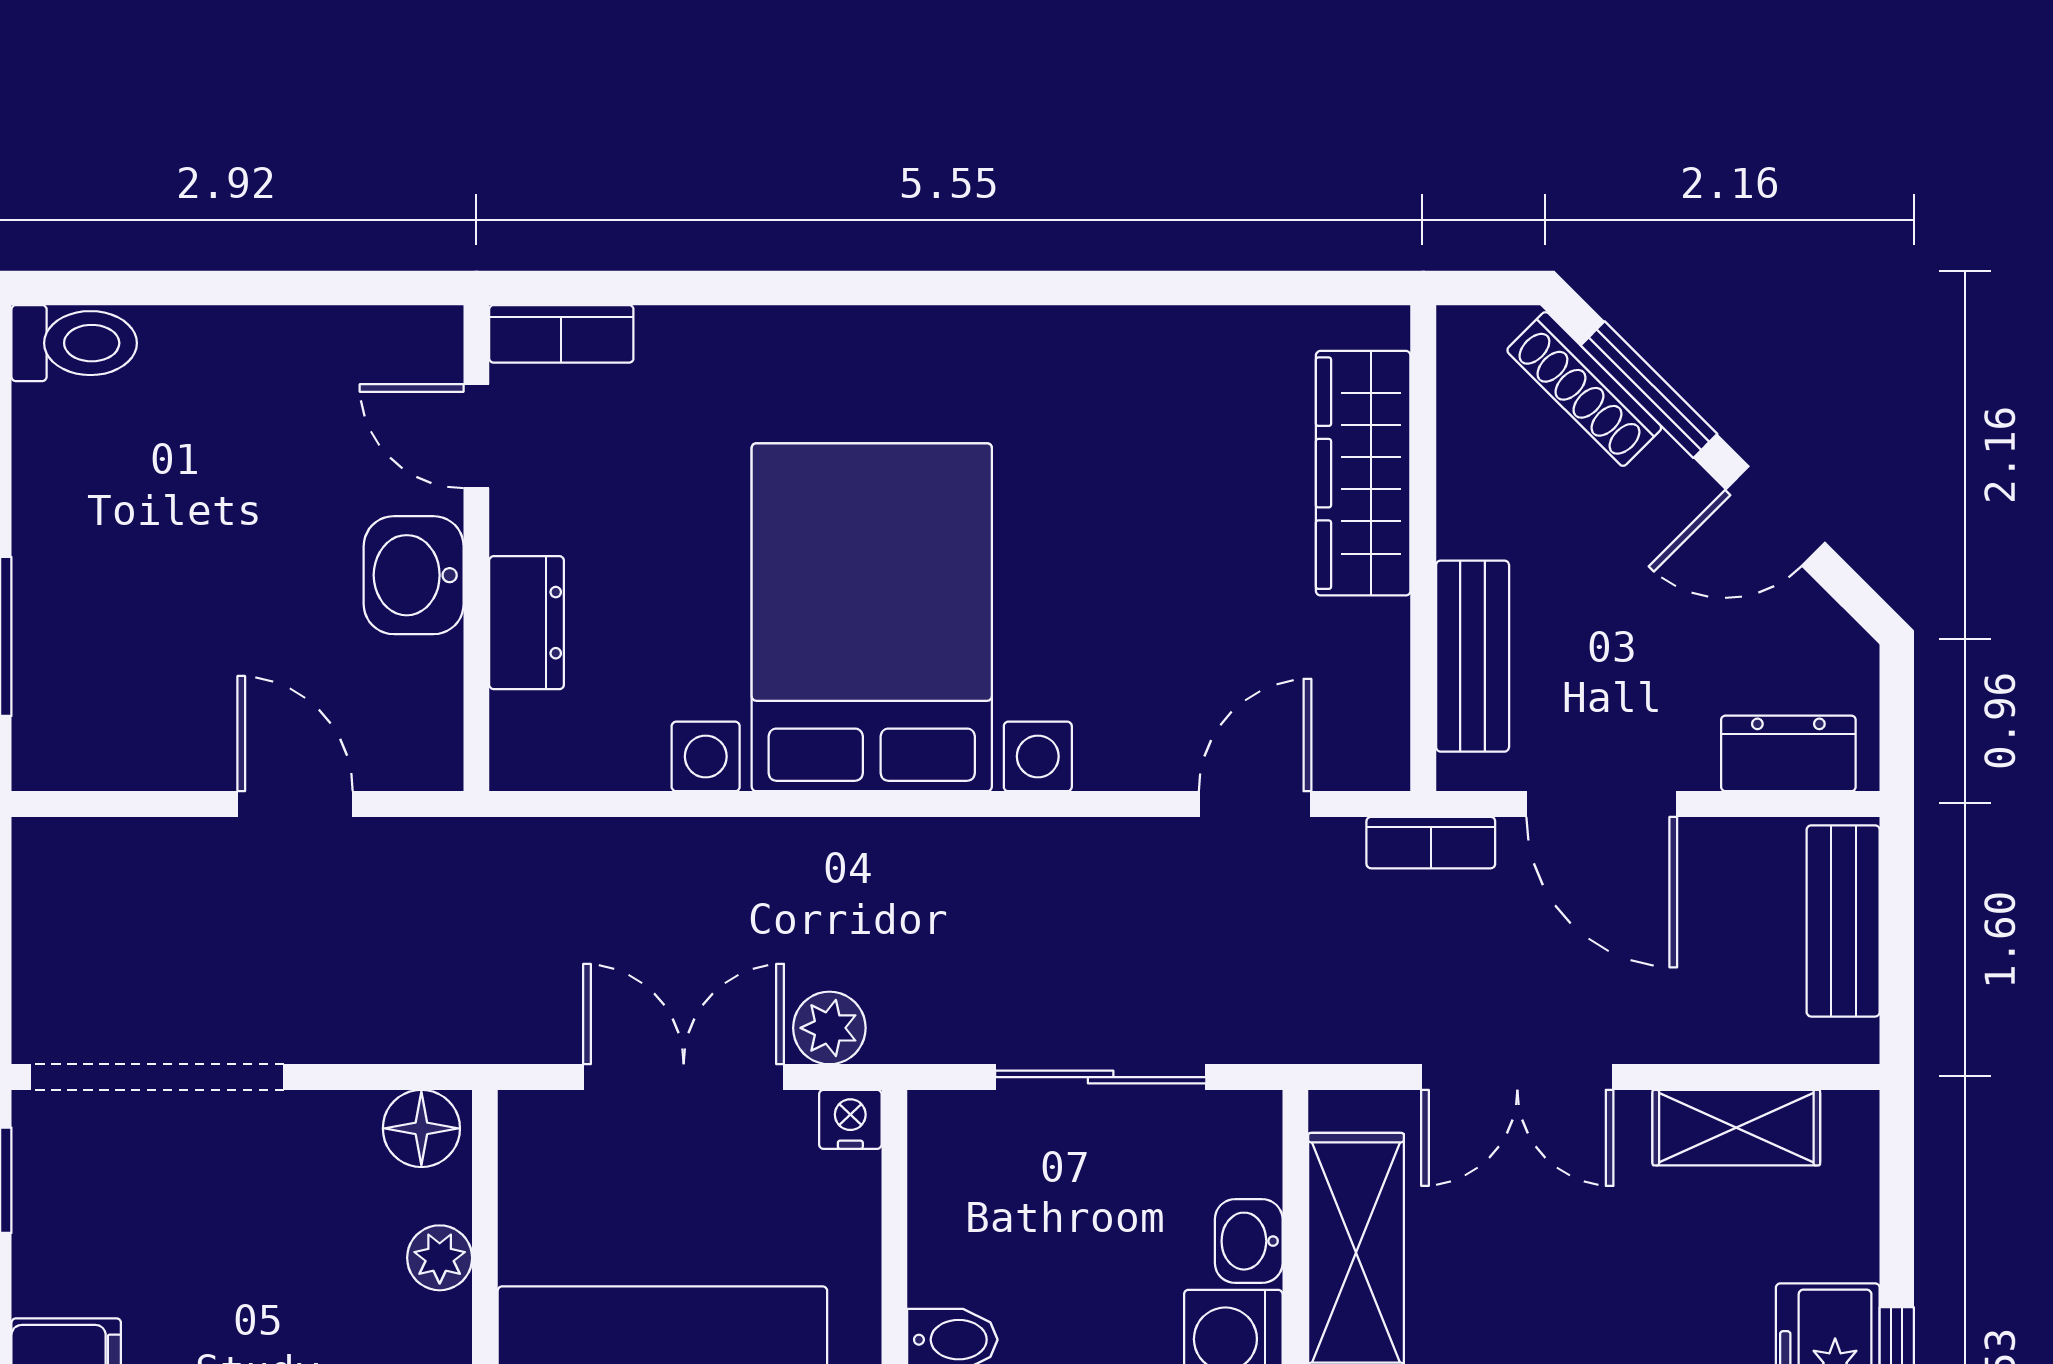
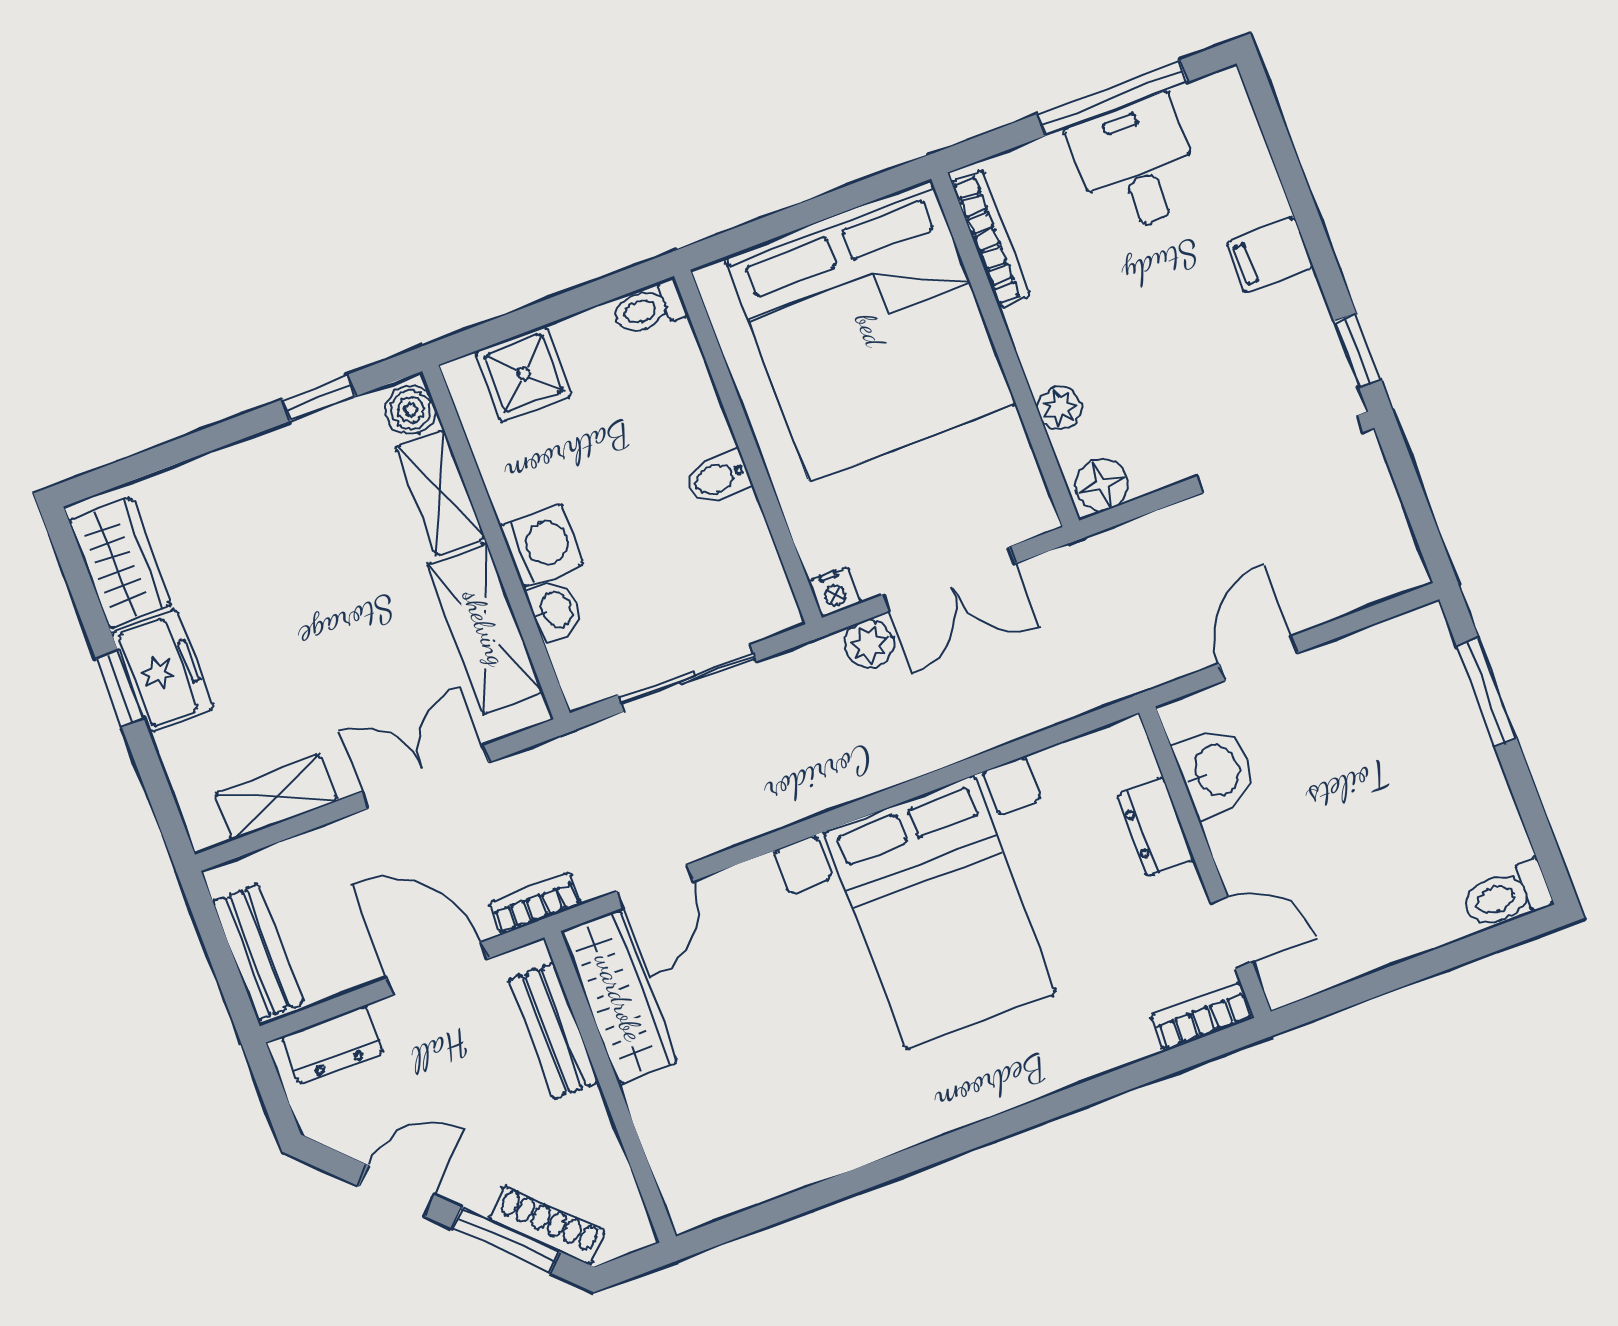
wardrobe: (1363, 473) -> (619, 997), moved
washbasin: (414, 575) -> (1215, 771), moved
door: (295, 804) -> (1258, 658), swing flipped

